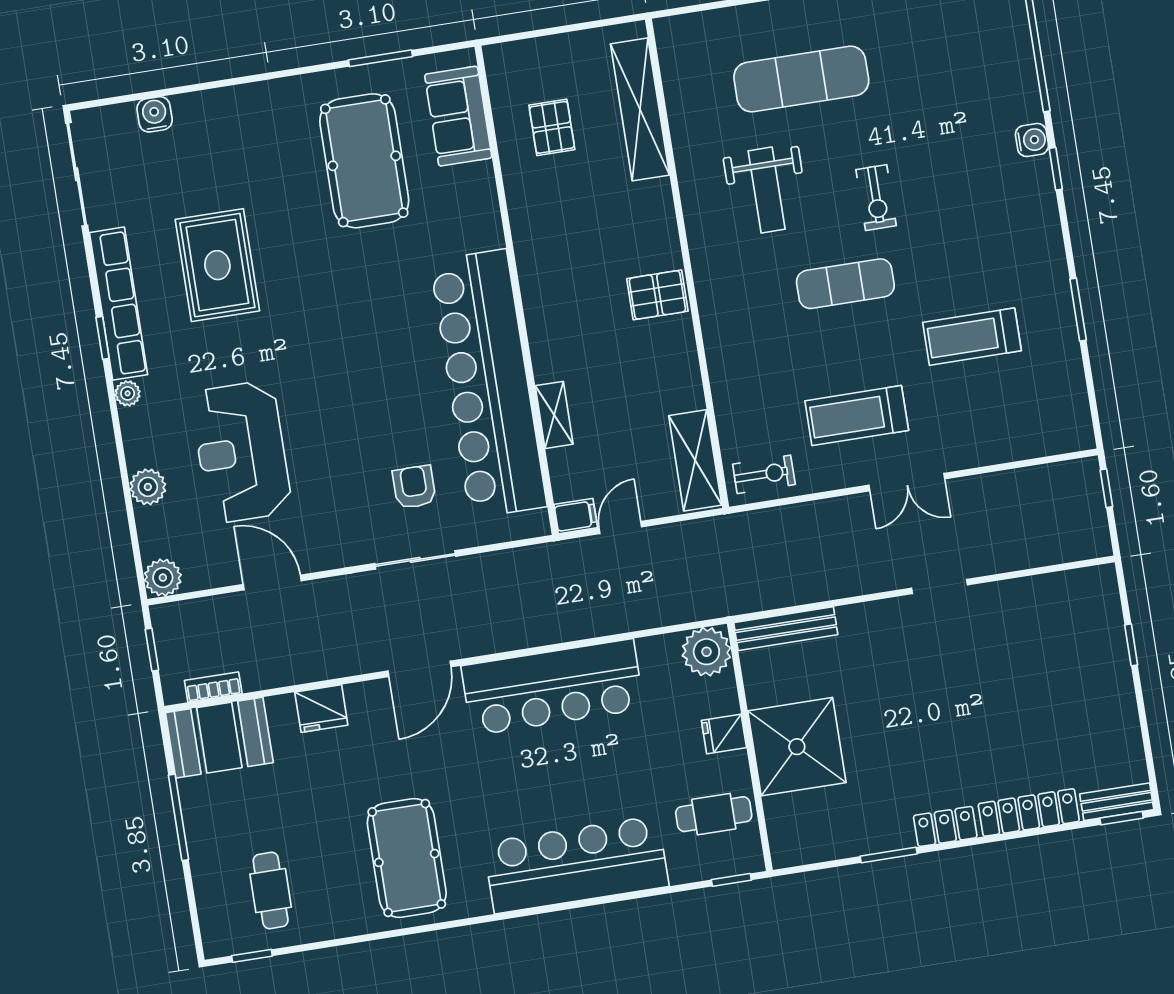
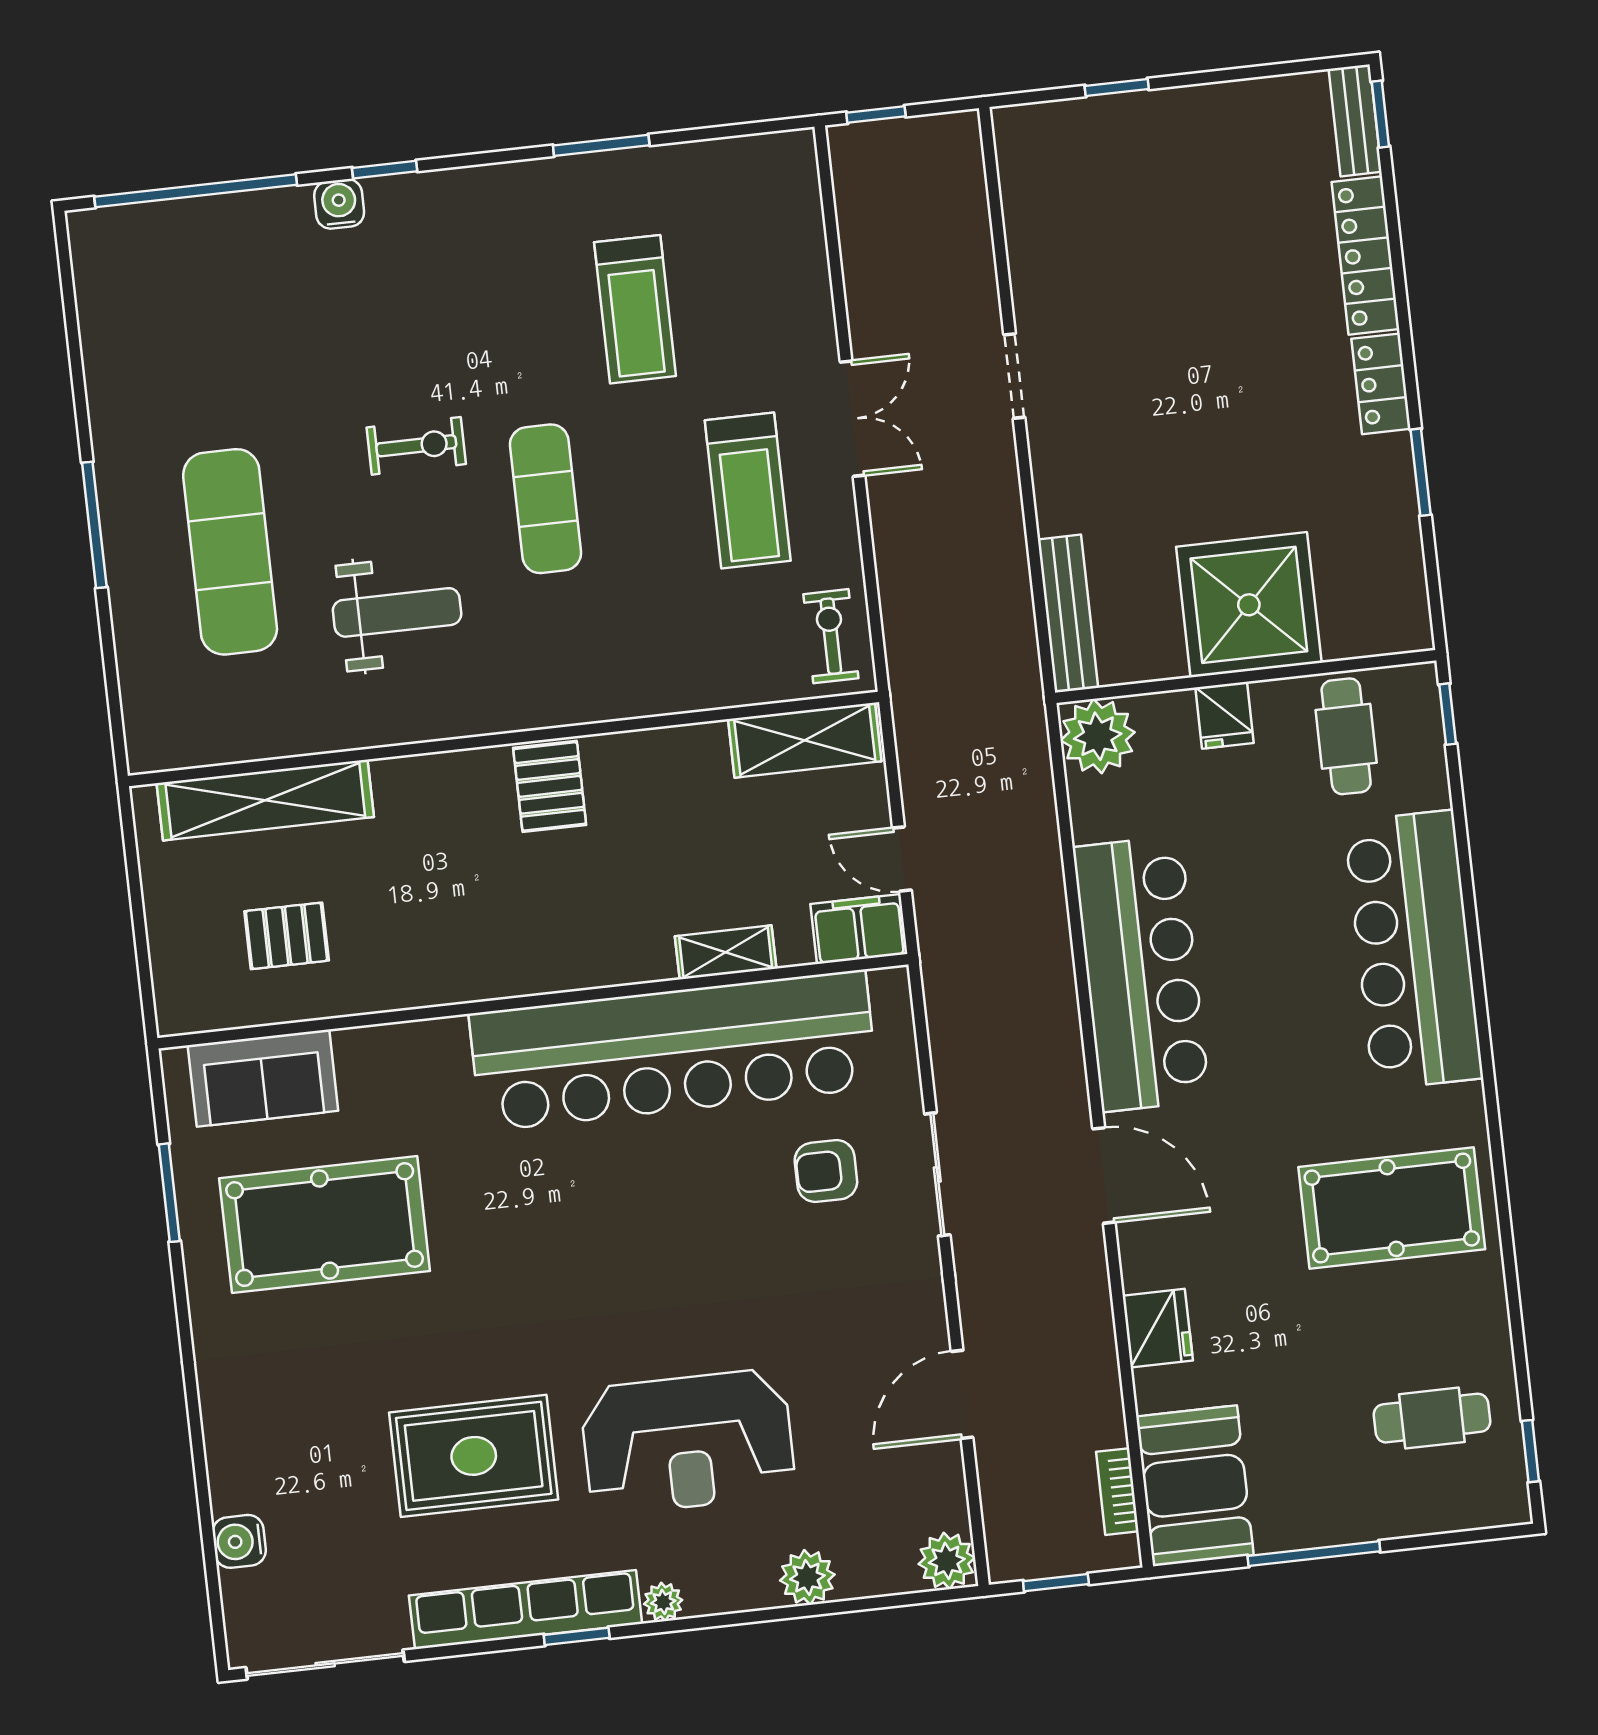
reception desk: (241, 452) -> (688, 1442), moved
filing cabinet: (576, 516) -> (859, 929), width x2.00

